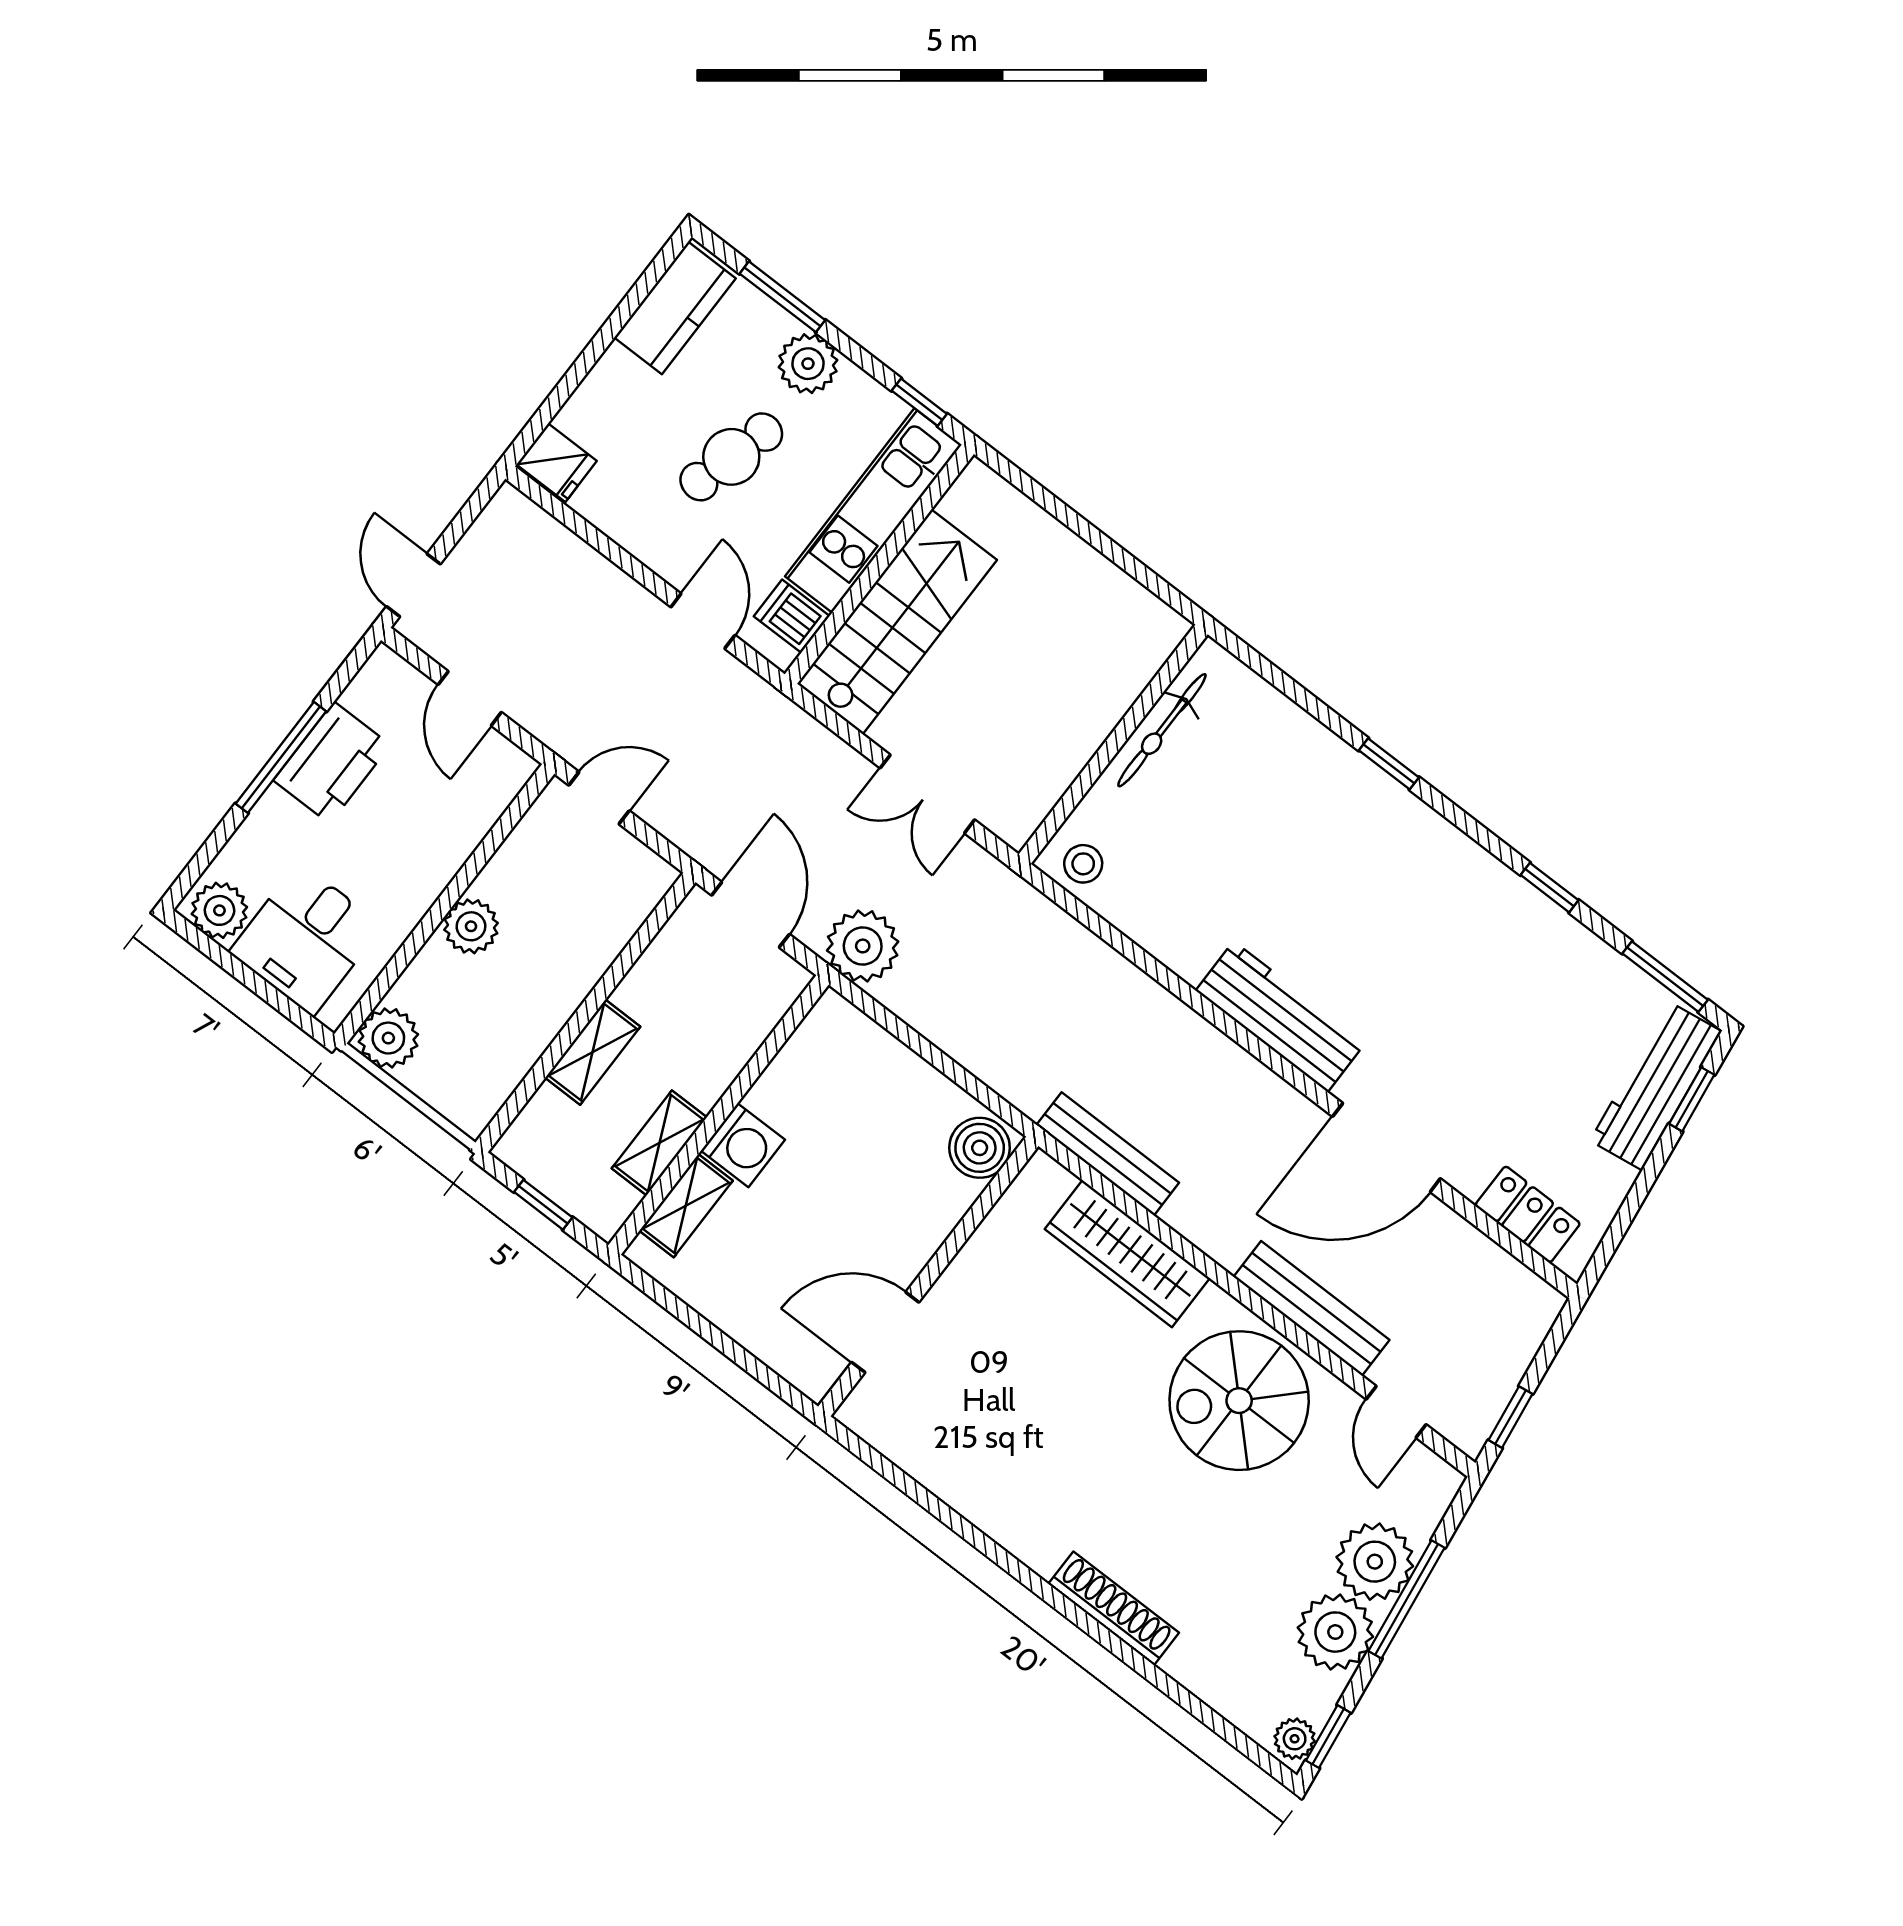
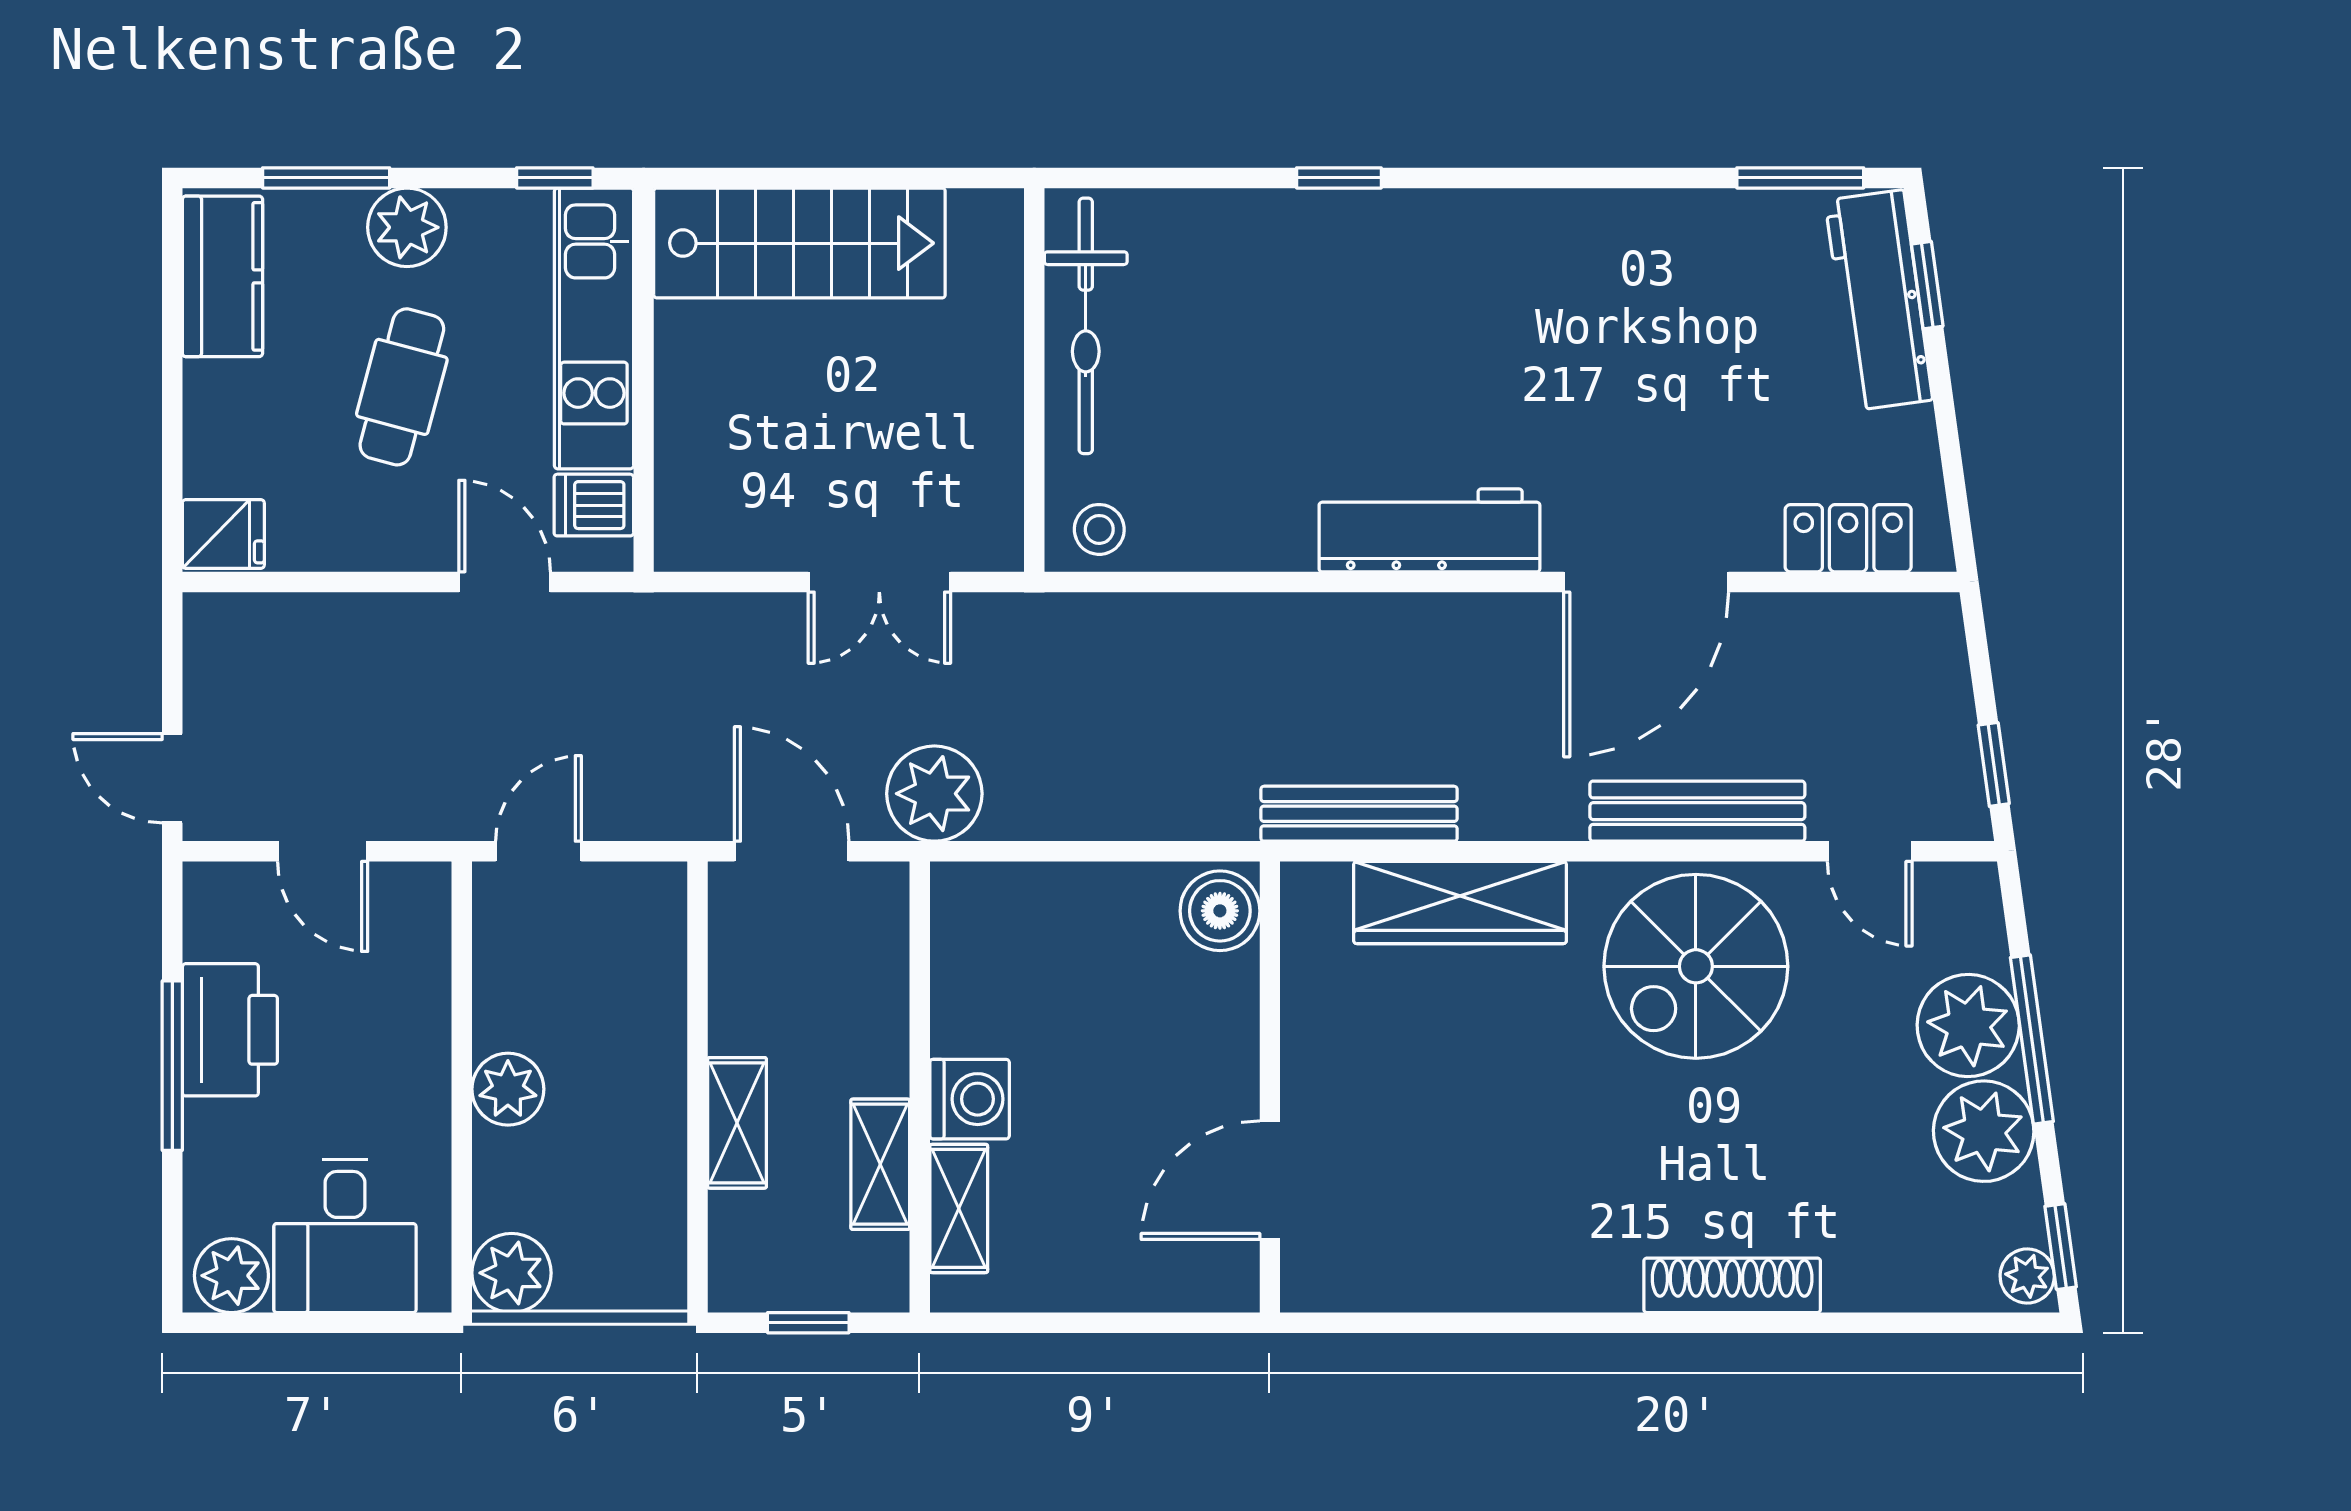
stairs: (897, 622) -> (799, 243), moved, turned 90
bicycle: (1162, 730) -> (1086, 326), width x1.37, depth x1.40
window: (1549, 888) -> (1607, 178), removed

